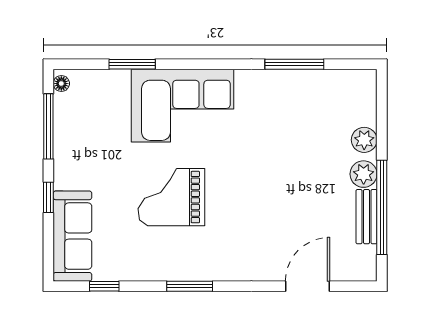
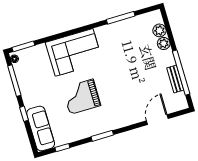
window: (132, 64) -> (23, 46), moved
plant: (364, 174) -> (159, 30), moved

